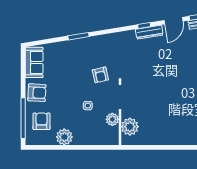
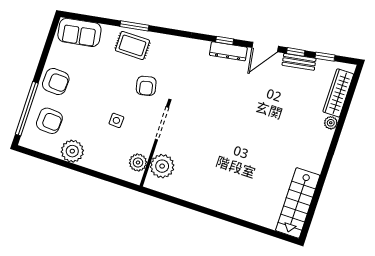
rug: (82, 50) -> (132, 45), added
sofa: (34, 62) -> (79, 32), moved, turned 81
plant: (112, 119) -> (138, 163), moved
armchair: (42, 121) -> (49, 121), turned 93

